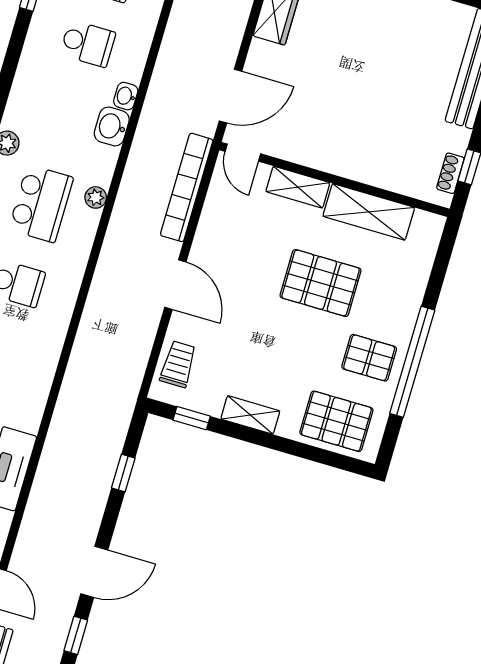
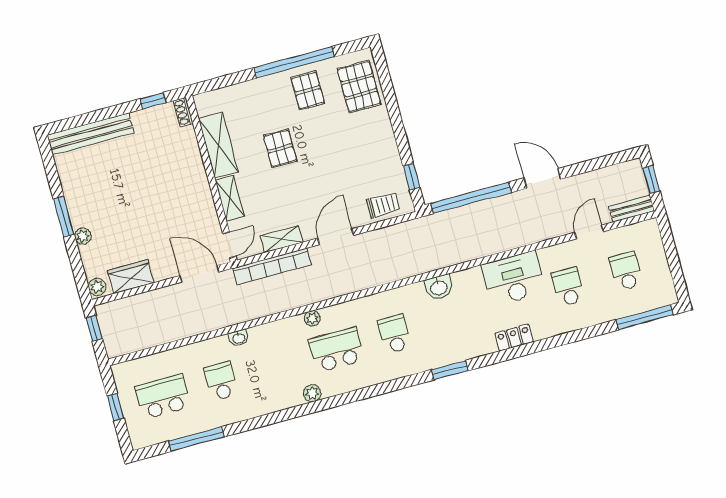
washbasin: (112, 126) -> (439, 287), moved
shoe rack: (450, 173) -> (183, 112), moved, turned 90
pallet: (321, 283) -> (280, 148), width x0.67, depth x0.71
trolley: (178, 364) -> (383, 205), turned 180
shelving: (250, 415) -> (282, 239), moved, turned 90
window: (123, 473) -> (471, 198), width x3.17
window: (76, 635) -> (588, 166), removed

